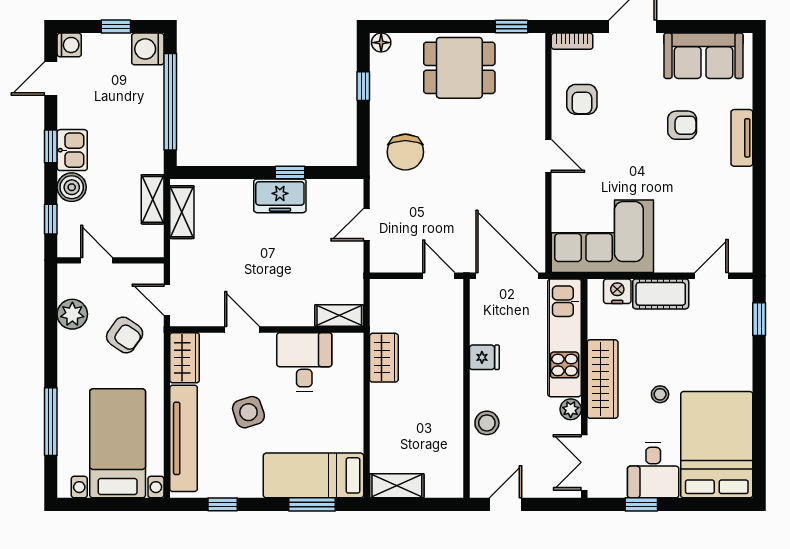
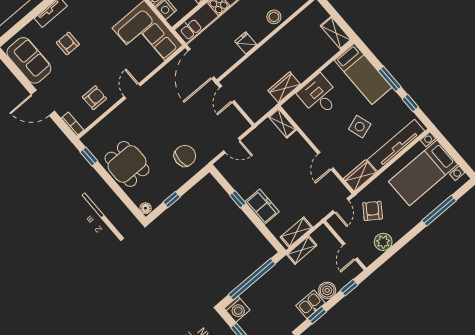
freezer: (280, 196) -> (262, 207), moved
desk: (304, 362) -> (319, 96), moved, turned 90
window: (312, 504) -> (390, 79), moved

